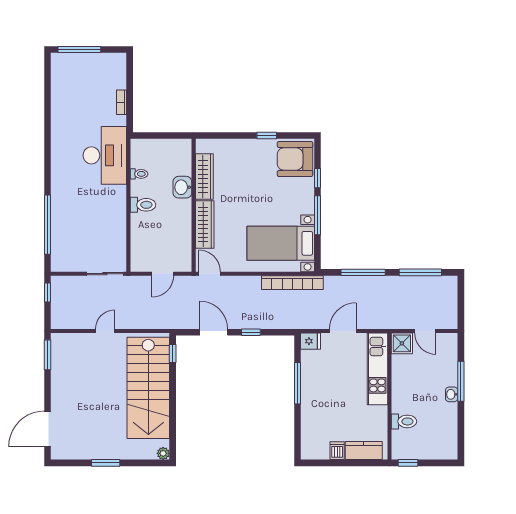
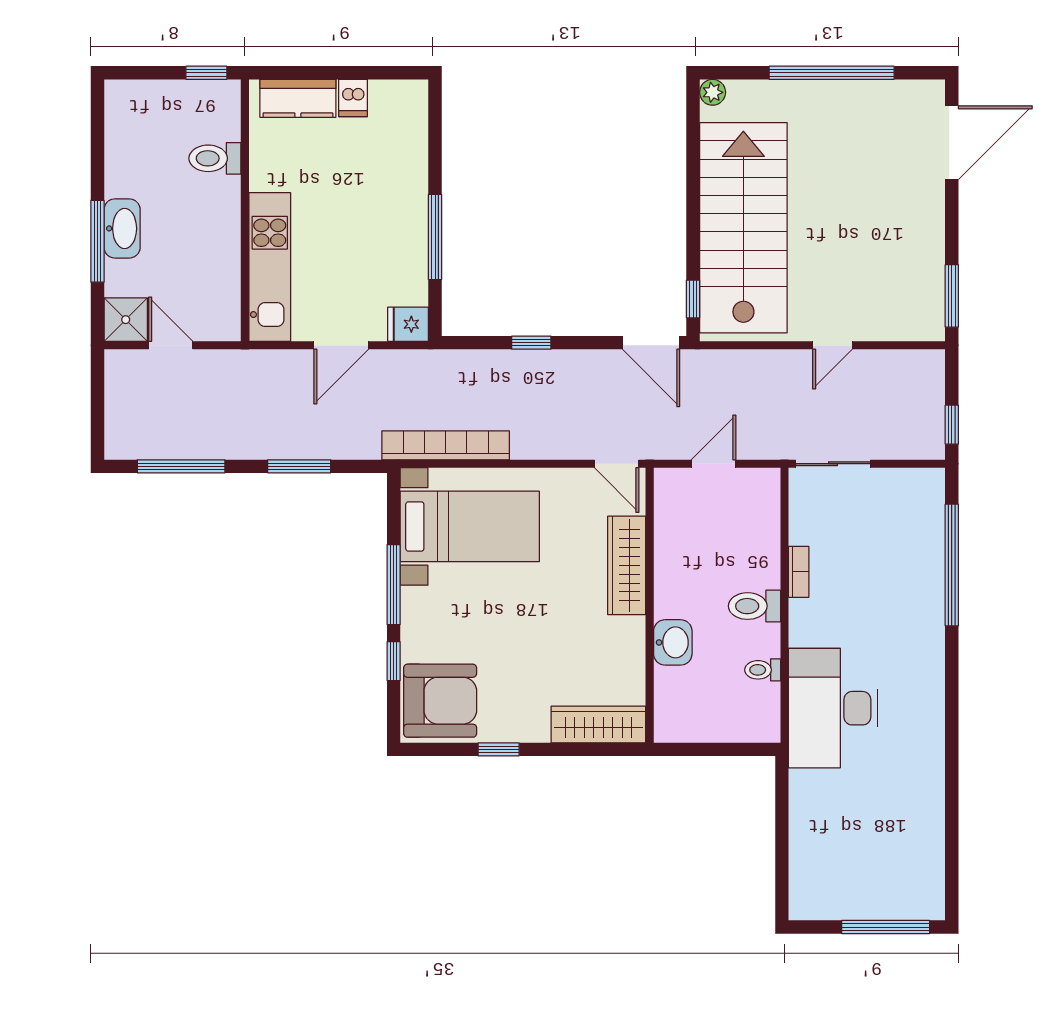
bookcase: (122, 102) -> (799, 572), moved
wardrobe: (204, 177) -> (598, 725), moved, turned 90
window: (363, 272) -> (299, 466), width x0.69
door: (214, 332) -> (651, 343), moved
shower: (402, 343) -> (126, 320), moved
washbasin: (452, 394) -> (122, 228), width x1.91, depth x1.45
window: (106, 463) -> (832, 73), width x2.11

